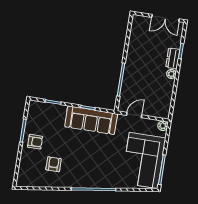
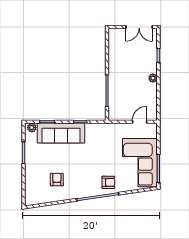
dresser: (173, 58) -> (152, 63), removed
door: (134, 115) -> (140, 122), moved
sofa: (91, 120) -> (61, 133), moved
plant: (163, 126) -> (32, 128), moved
armchair: (35, 142) -> (108, 182), moved

